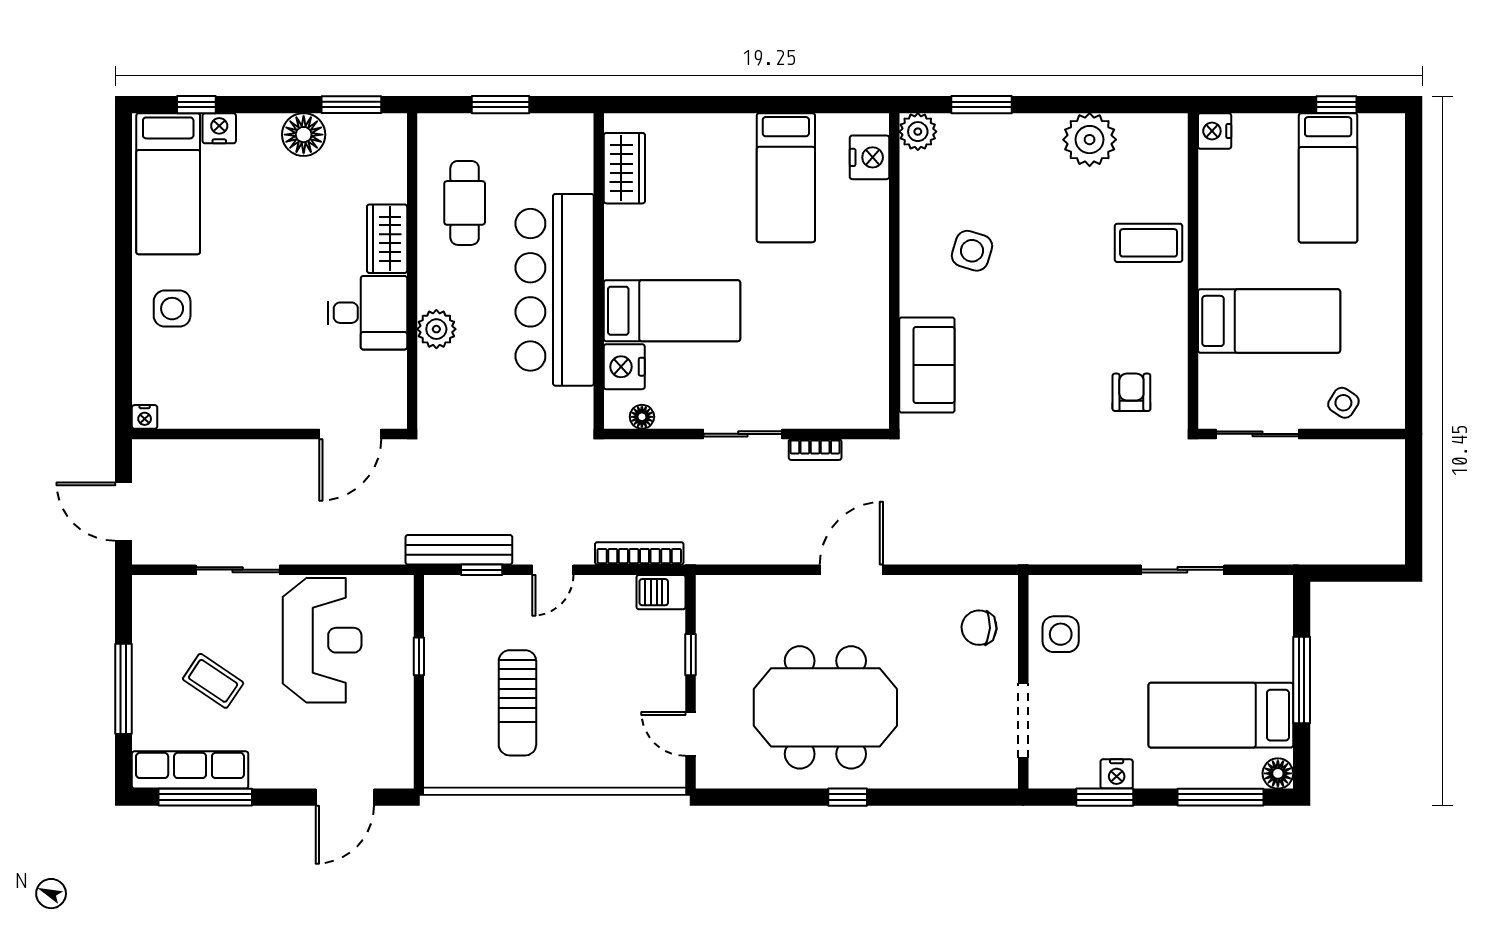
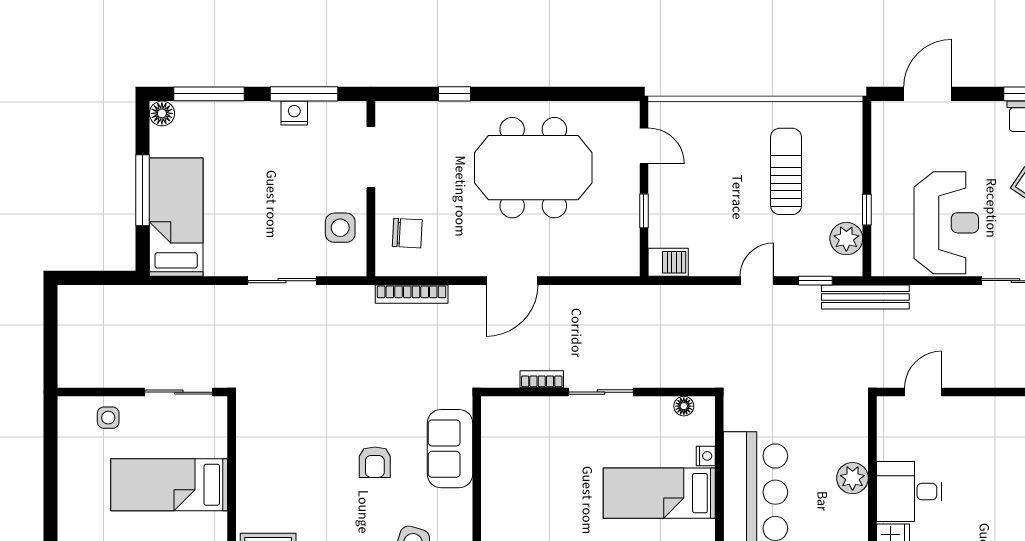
nightstand: (624, 367) -> (706, 456), width x0.53, depth x0.56
armchair: (1131, 392) -> (375, 462), moved
side table: (1343, 403) -> (108, 418), turned -33
door: (350, 434) -> (923, 392), width x0.73
bench: (459, 550) -> (865, 297), moved
bookcase: (639, 553) -> (412, 294), moved
sliding door: (1182, 570) -> (282, 281), moved
plant: (444, 621) -> (846, 239), added
reception desk: (322, 640) -> (946, 223), turned 180
bed: (1221, 715) -> (176, 217), moved, turned -90
window: (848, 797) -> (454, 94), moved
window: (1105, 797) -> (304, 94), width x1.44

